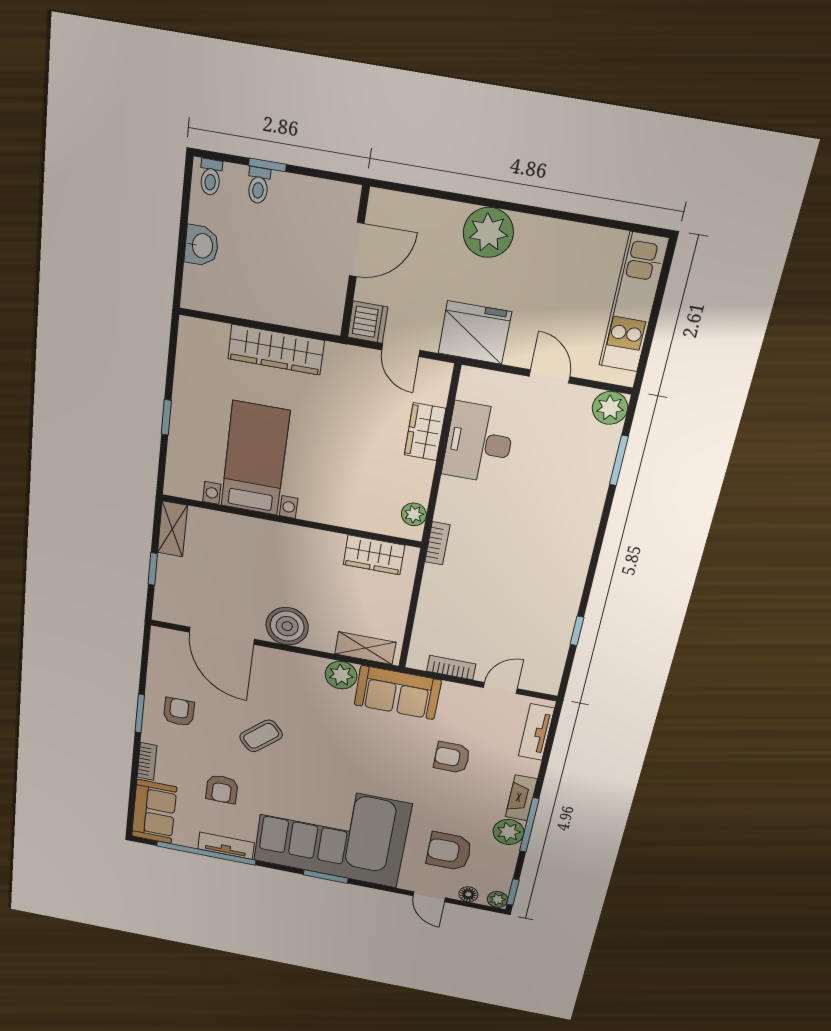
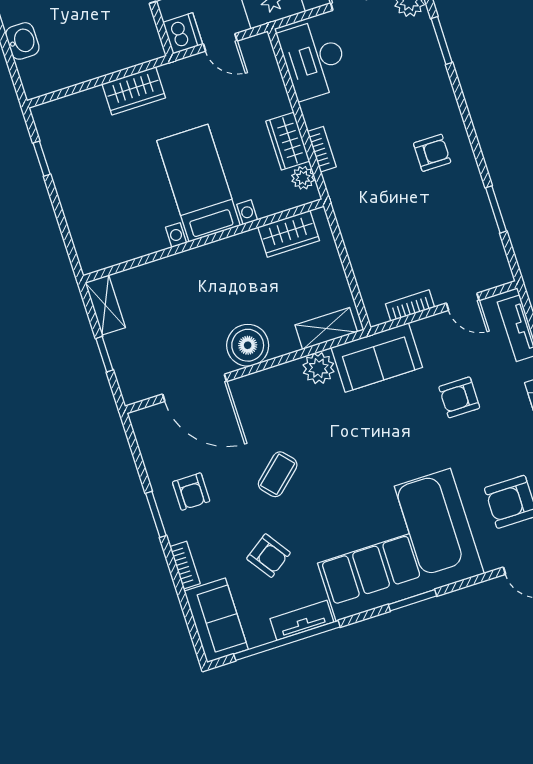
wardrobe: (276, 350) -> (134, 91), width x0.67
window: (166, 417) -> (42, 159), moved
wardrobe: (425, 432) -> (288, 141), moved
desk: (479, 443) -> (314, 59), moved
bed with nightstands: (255, 458) -> (199, 183), moved
bookcase: (437, 543) -> (322, 149), moved
armchair: (548, 554) -> (432, 153), added
window: (577, 631) -> (496, 209), width x1.50
door: (500, 688) -> (463, 302), swing flipped
armchair: (179, 712) -> (191, 492), turned 180
armchair: (222, 789) -> (268, 556), turned -35

